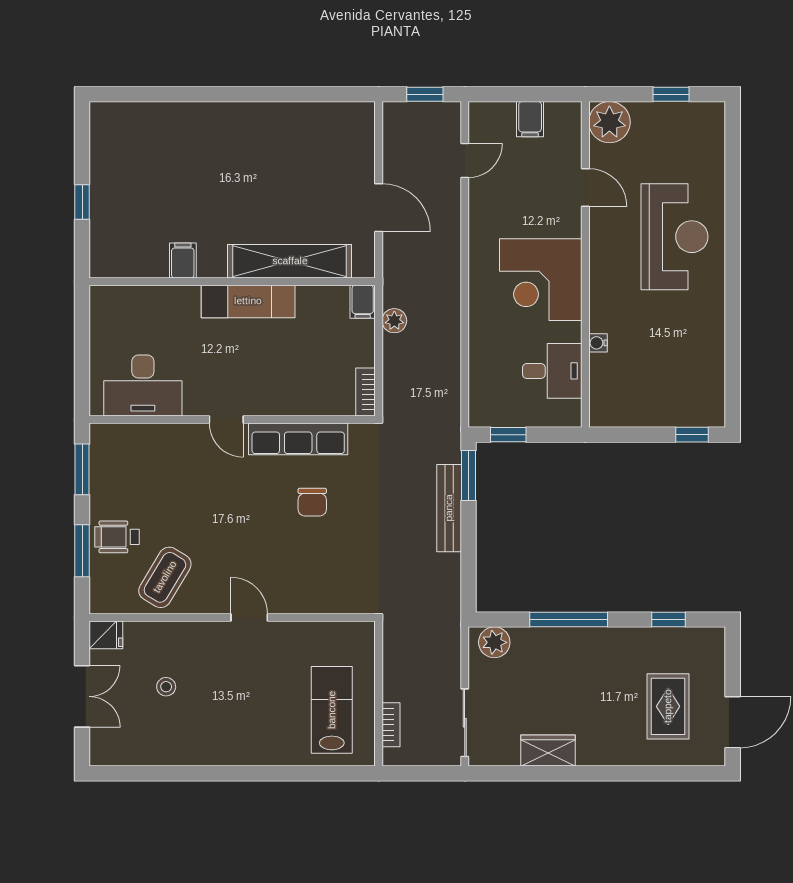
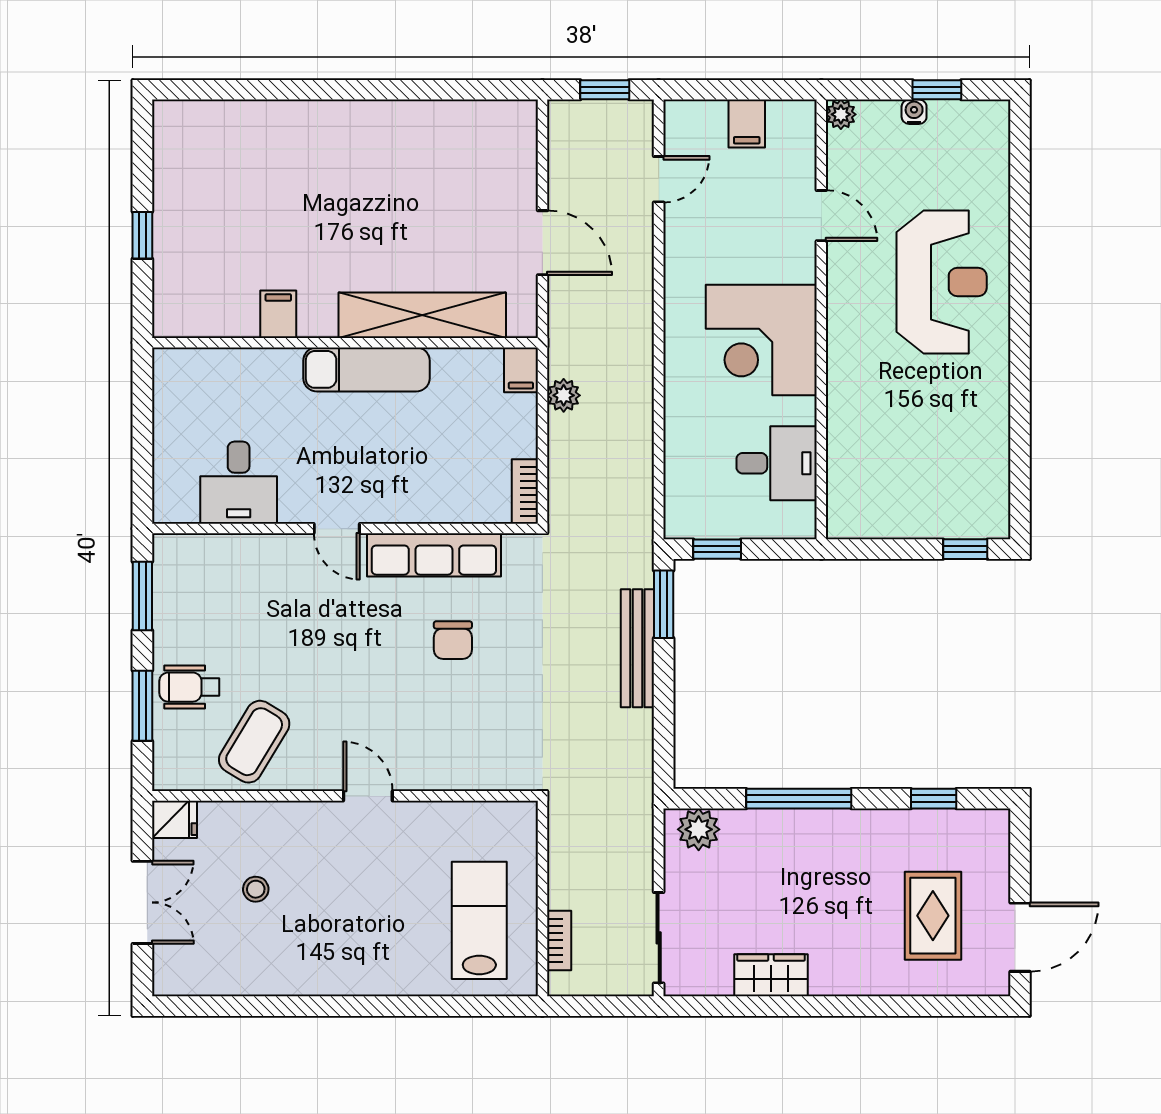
plant: (609, 122) -> (841, 114), width x0.53, depth x0.53
water cooler: (598, 343) -> (914, 112), moved, turned 90
desk: (143, 385) -> (239, 483), width x0.73

